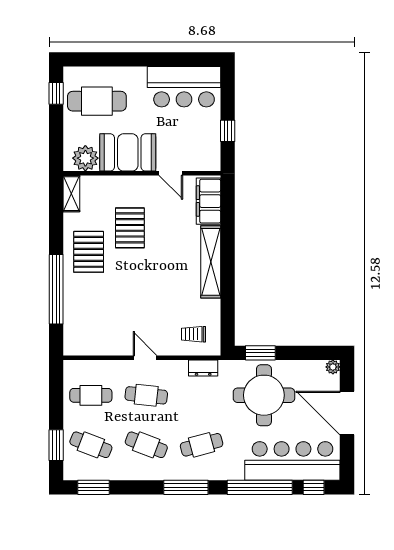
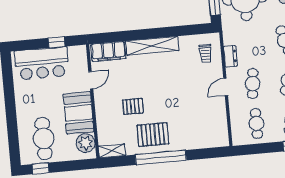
bar counter: (184, 87) -> (42, 63), moved, turned 90
pallet: (130, 228) -> (133, 106), width x0.67, depth x0.71
window: (56, 289) -> (161, 157), moved
dresser: (203, 368) -> (230, 56), moved

